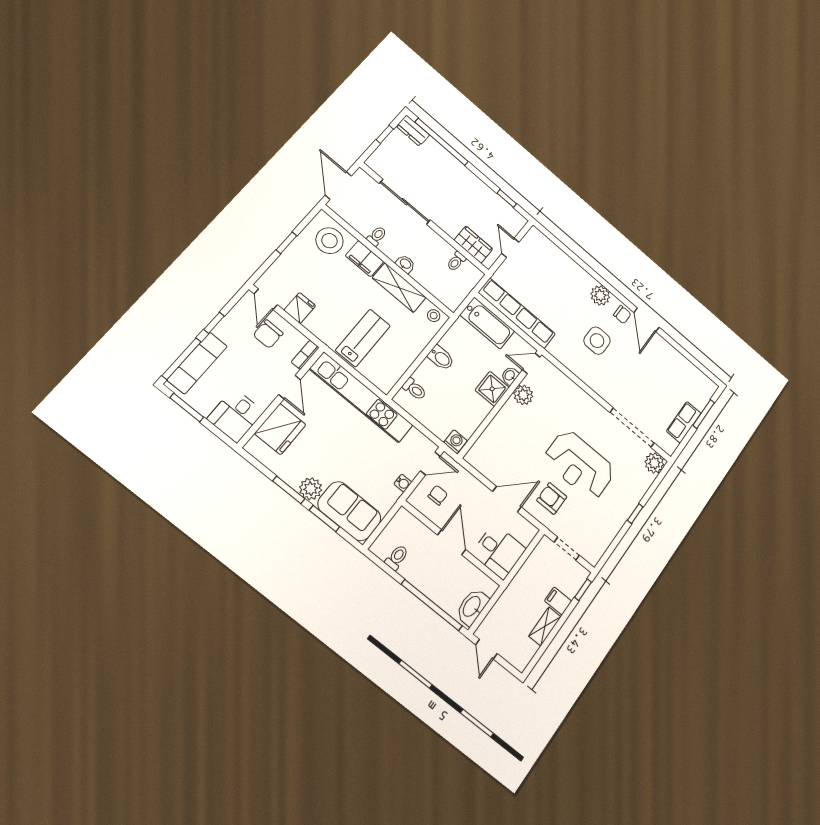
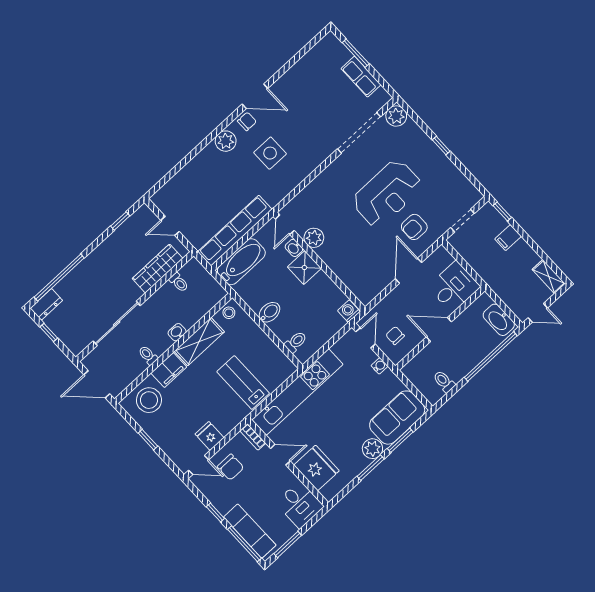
wardrobe: (473, 245) -> (157, 268), width x1.50
shelving: (545, 626) -> (549, 277), moved

